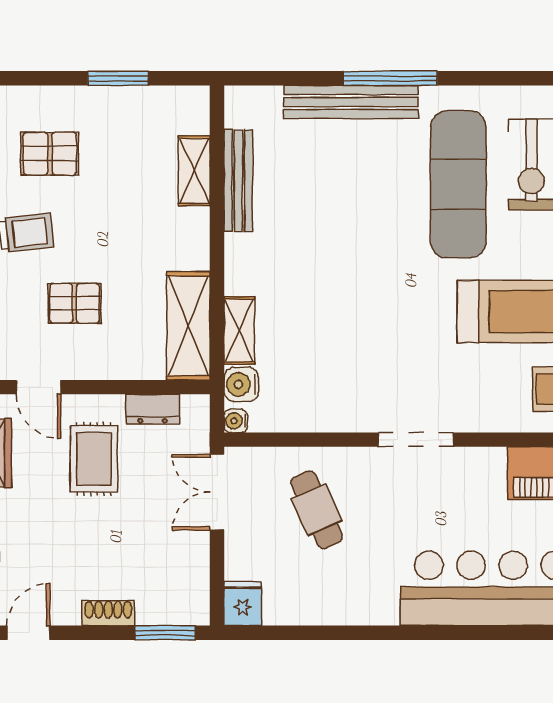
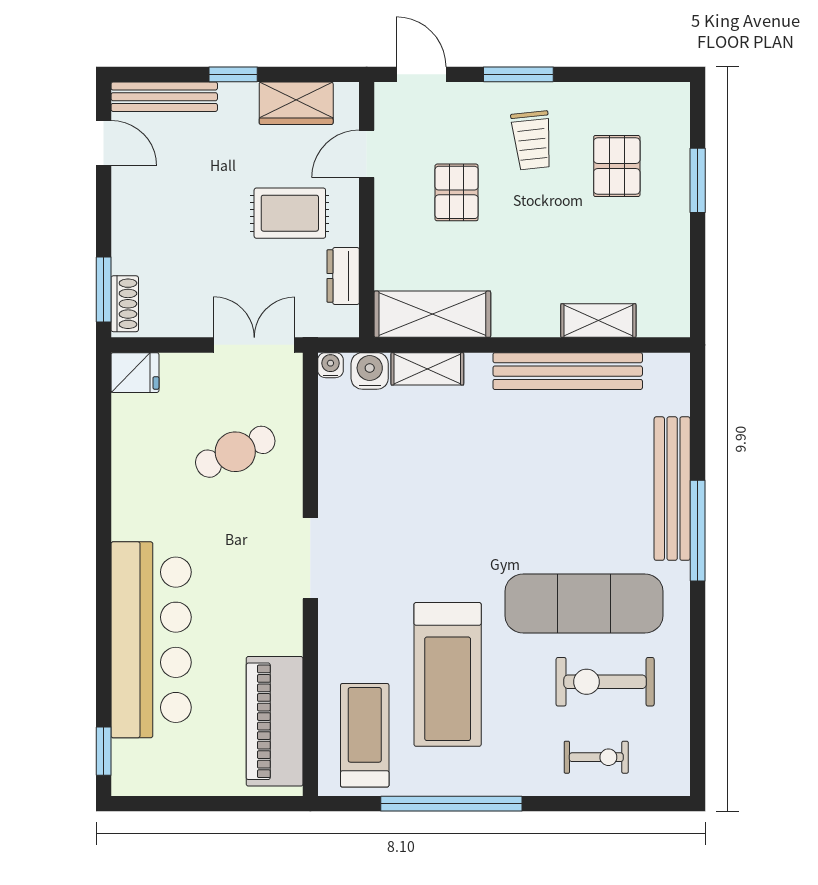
window: (118, 78) -> (698, 180), moved
bench: (238, 181) -> (568, 371), width x1.37, depth x1.21
shoe rack: (108, 613) -> (125, 304), moved

